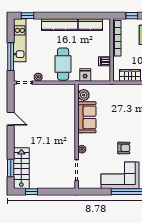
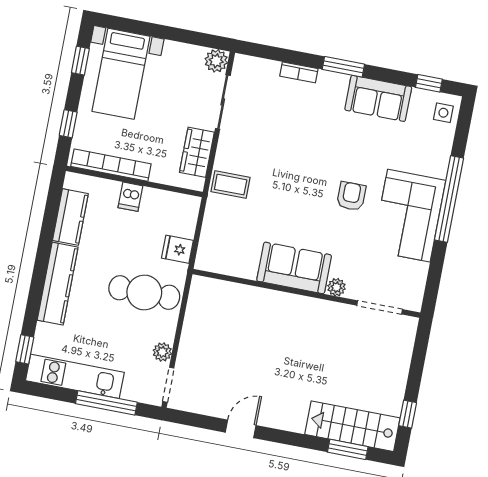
dishwasher: (105, 61) -> (130, 197), moved
coffee table: (119, 93) -> (231, 185), added
plant: (84, 95) -> (220, 261), removed
sofa: (87, 117) -> (294, 268), moved

